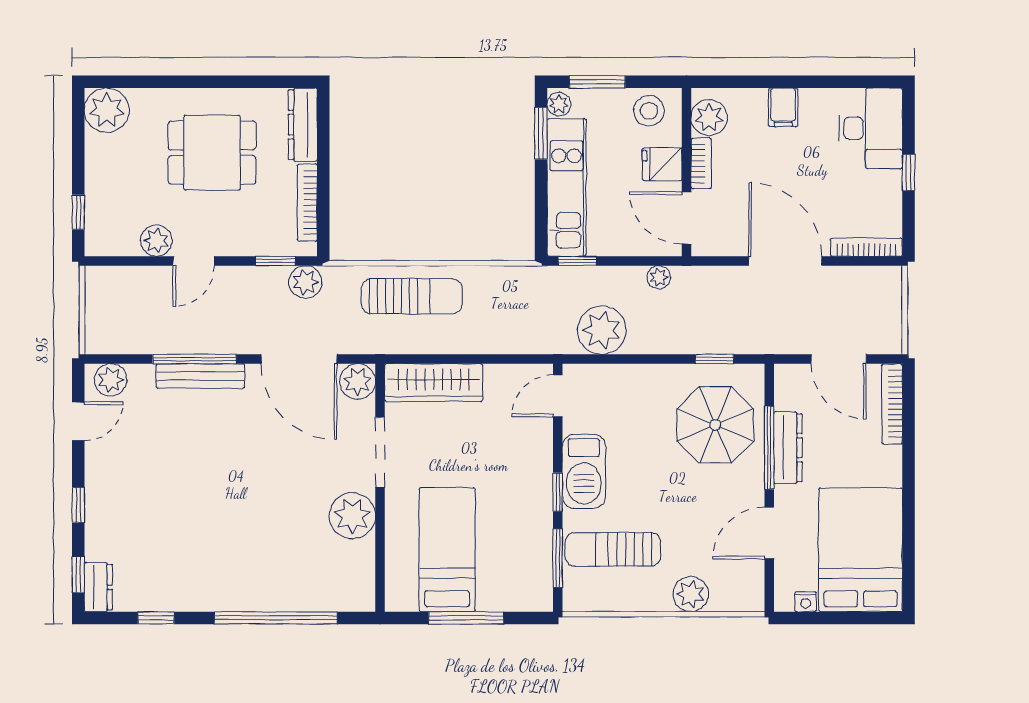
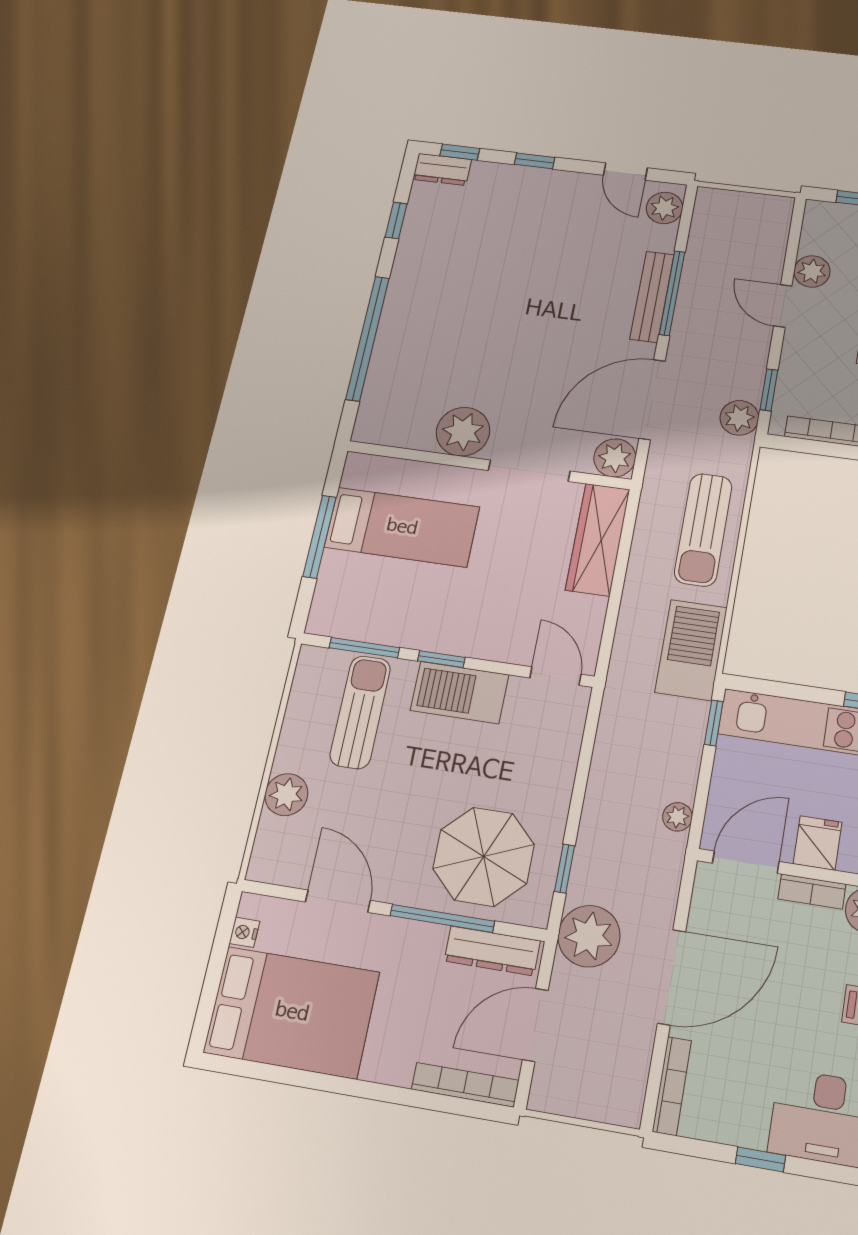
barbecue: (518, 289) -> (691, 650), added
plant: (602, 330) -> (589, 936), moved
dresser: (788, 448) -> (492, 951), moved

